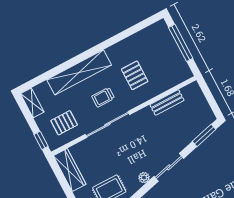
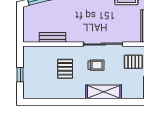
window: (181, 43) -> (20, 75), width x0.46
shelving: (79, 72) -> (104, 92), width x0.68

